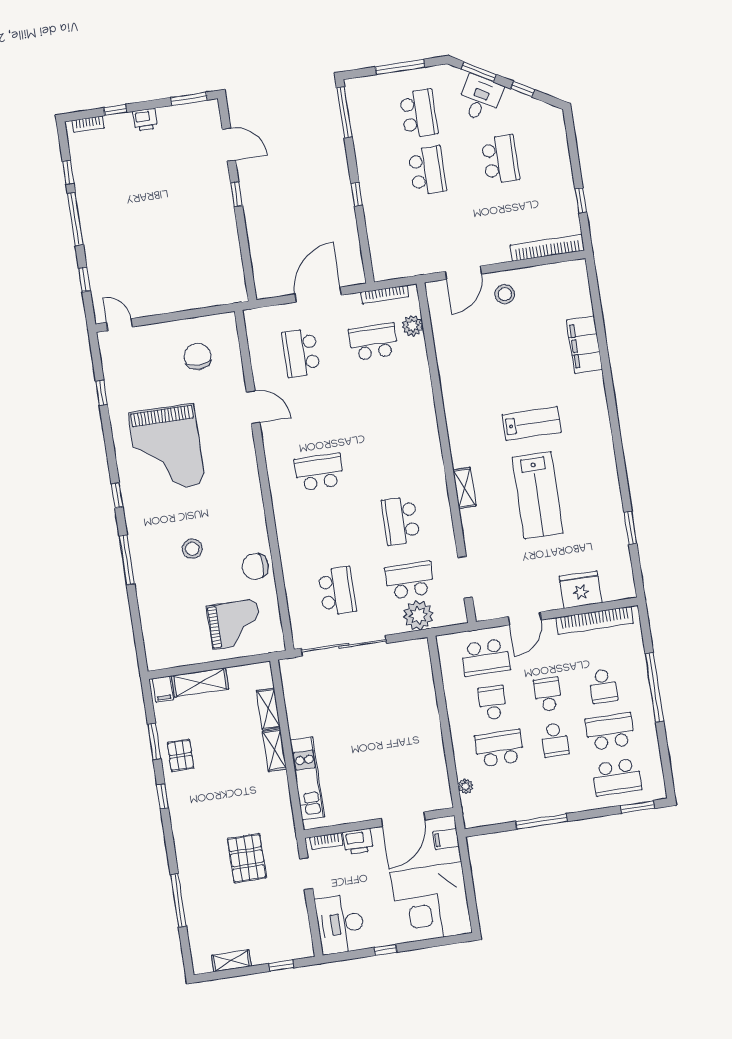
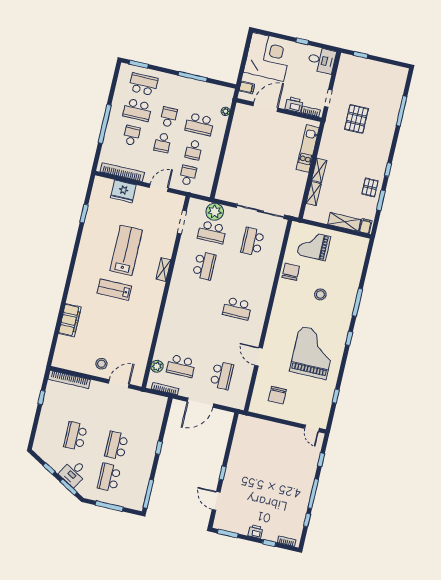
chair: (255, 567) -> (291, 272), turned -90
school desk: (486, 657) -> (188, 175), width x0.54
desk: (340, 924) -> (322, 60), width x0.73
shelving: (231, 961) -> (386, 68), removed

